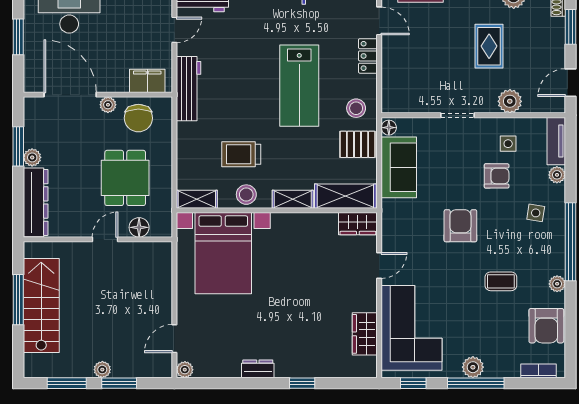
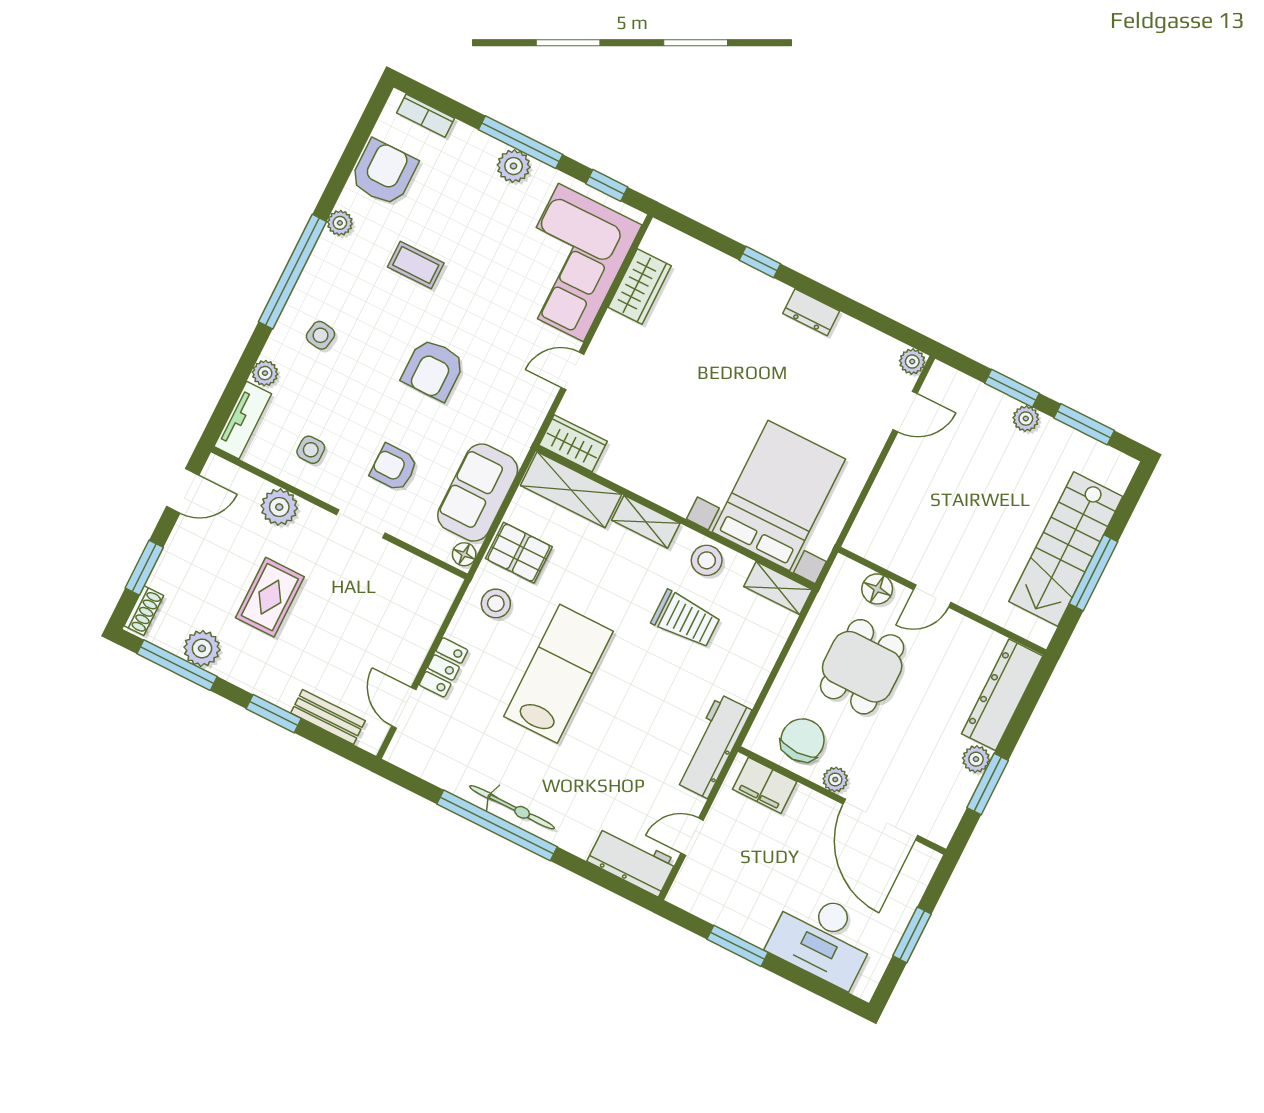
armchair: (497, 176) -> (394, 468), moved

